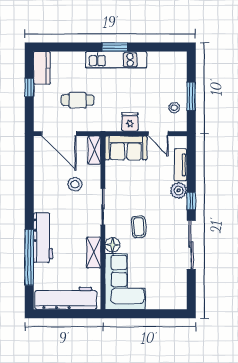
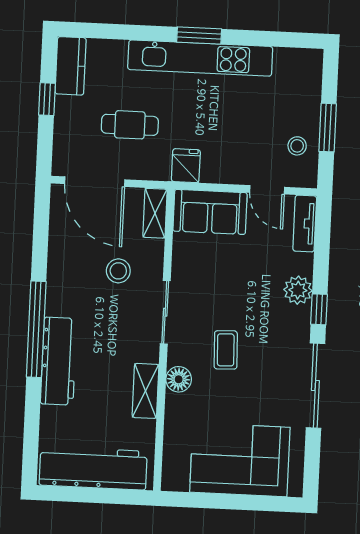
kitchen unit: (116, 60) -> (200, 58), width x1.36
fridge: (130, 122) -> (186, 166), moved
tv unit: (181, 165) -> (305, 223), moved
window: (29, 257) -> (36, 329), moved
corner sofa: (125, 281) -> (240, 460), moved, turned -90

